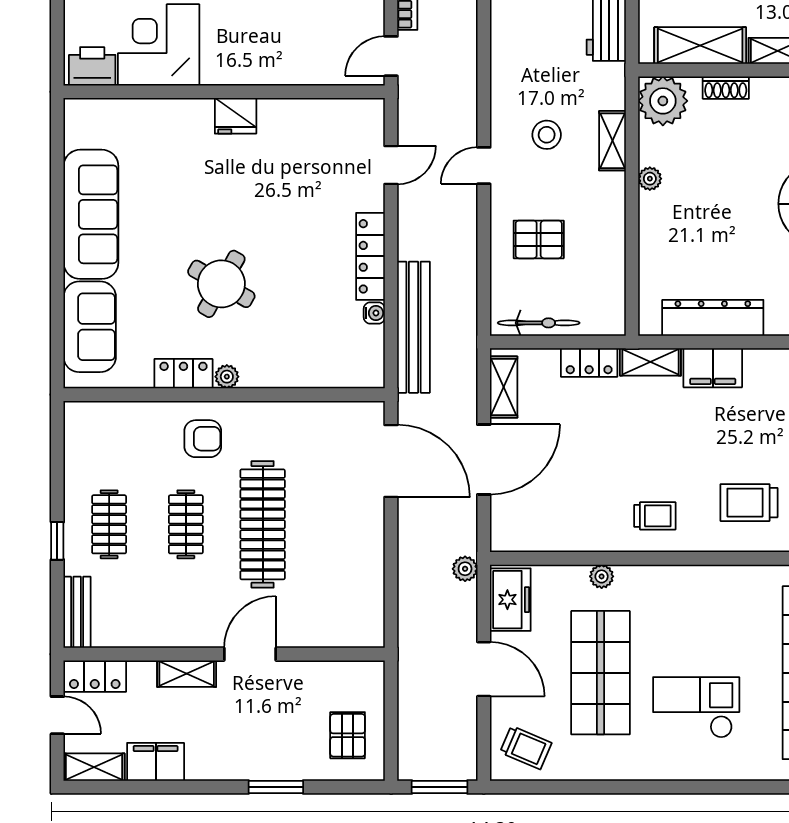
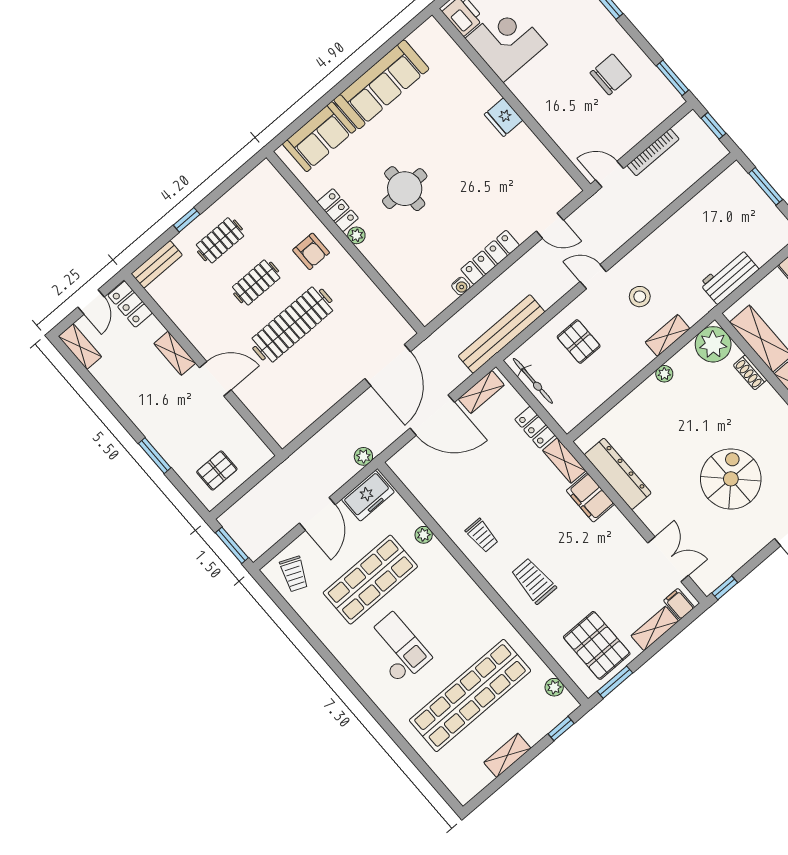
round table: (221, 284) -> (405, 189), turned -30
bench: (414, 327) -> (502, 334), moved
filing cabinet: (156, 762) -> (112, 378), removed

